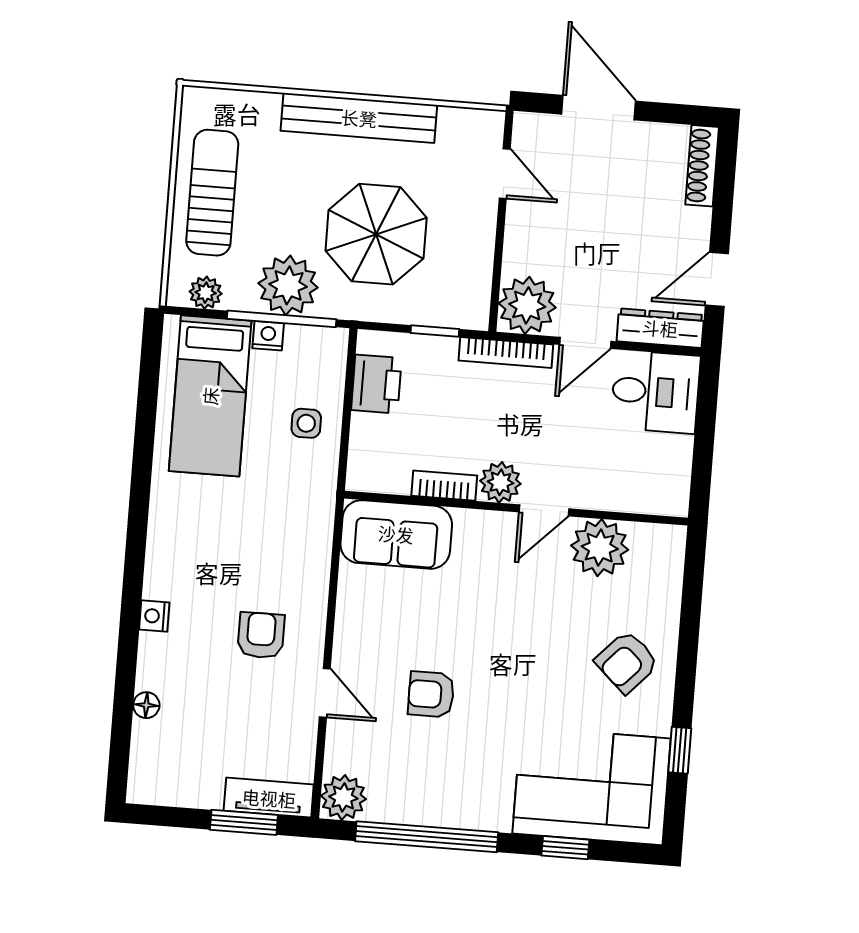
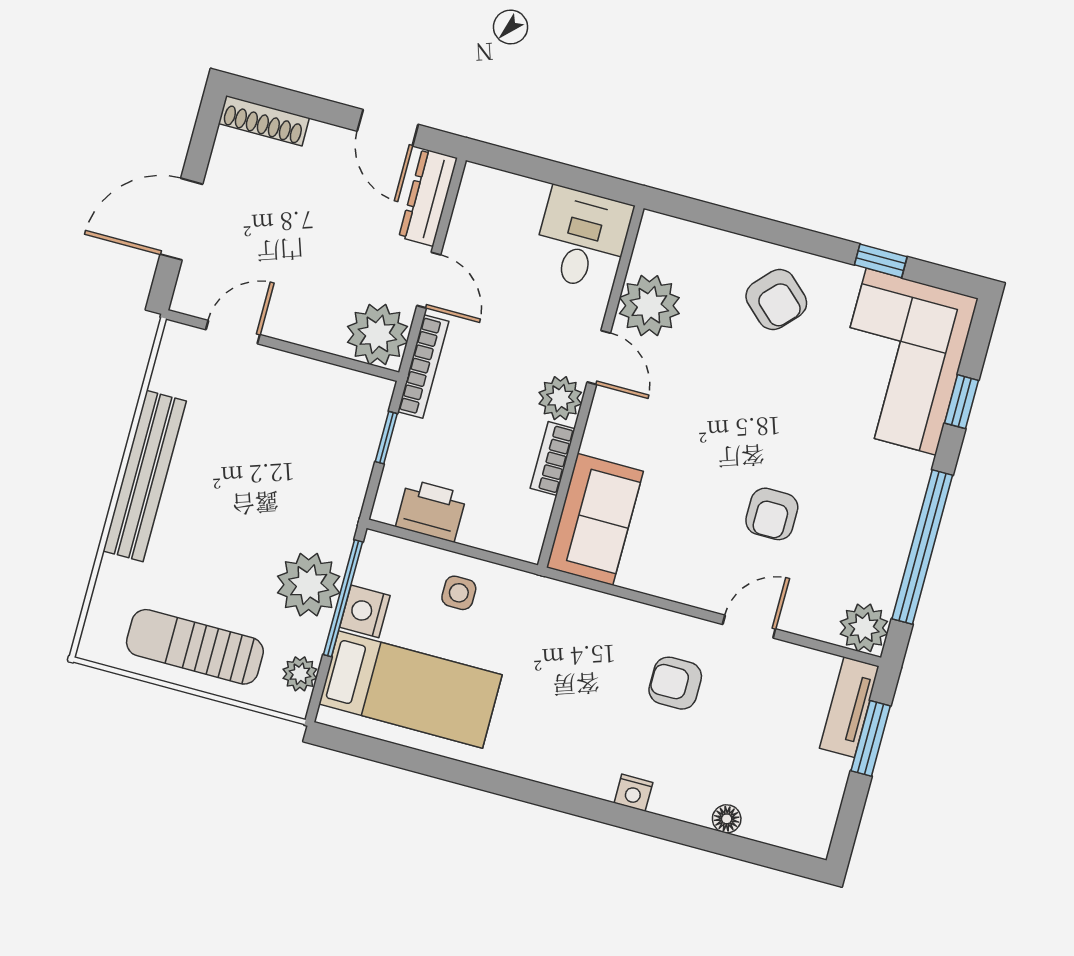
parasol: (376, 234) -> (272, 481), removed
nightstand: (268, 336) -> (365, 611), width x1.39, depth x1.35
desk: (655, 392) -> (582, 239), moved

